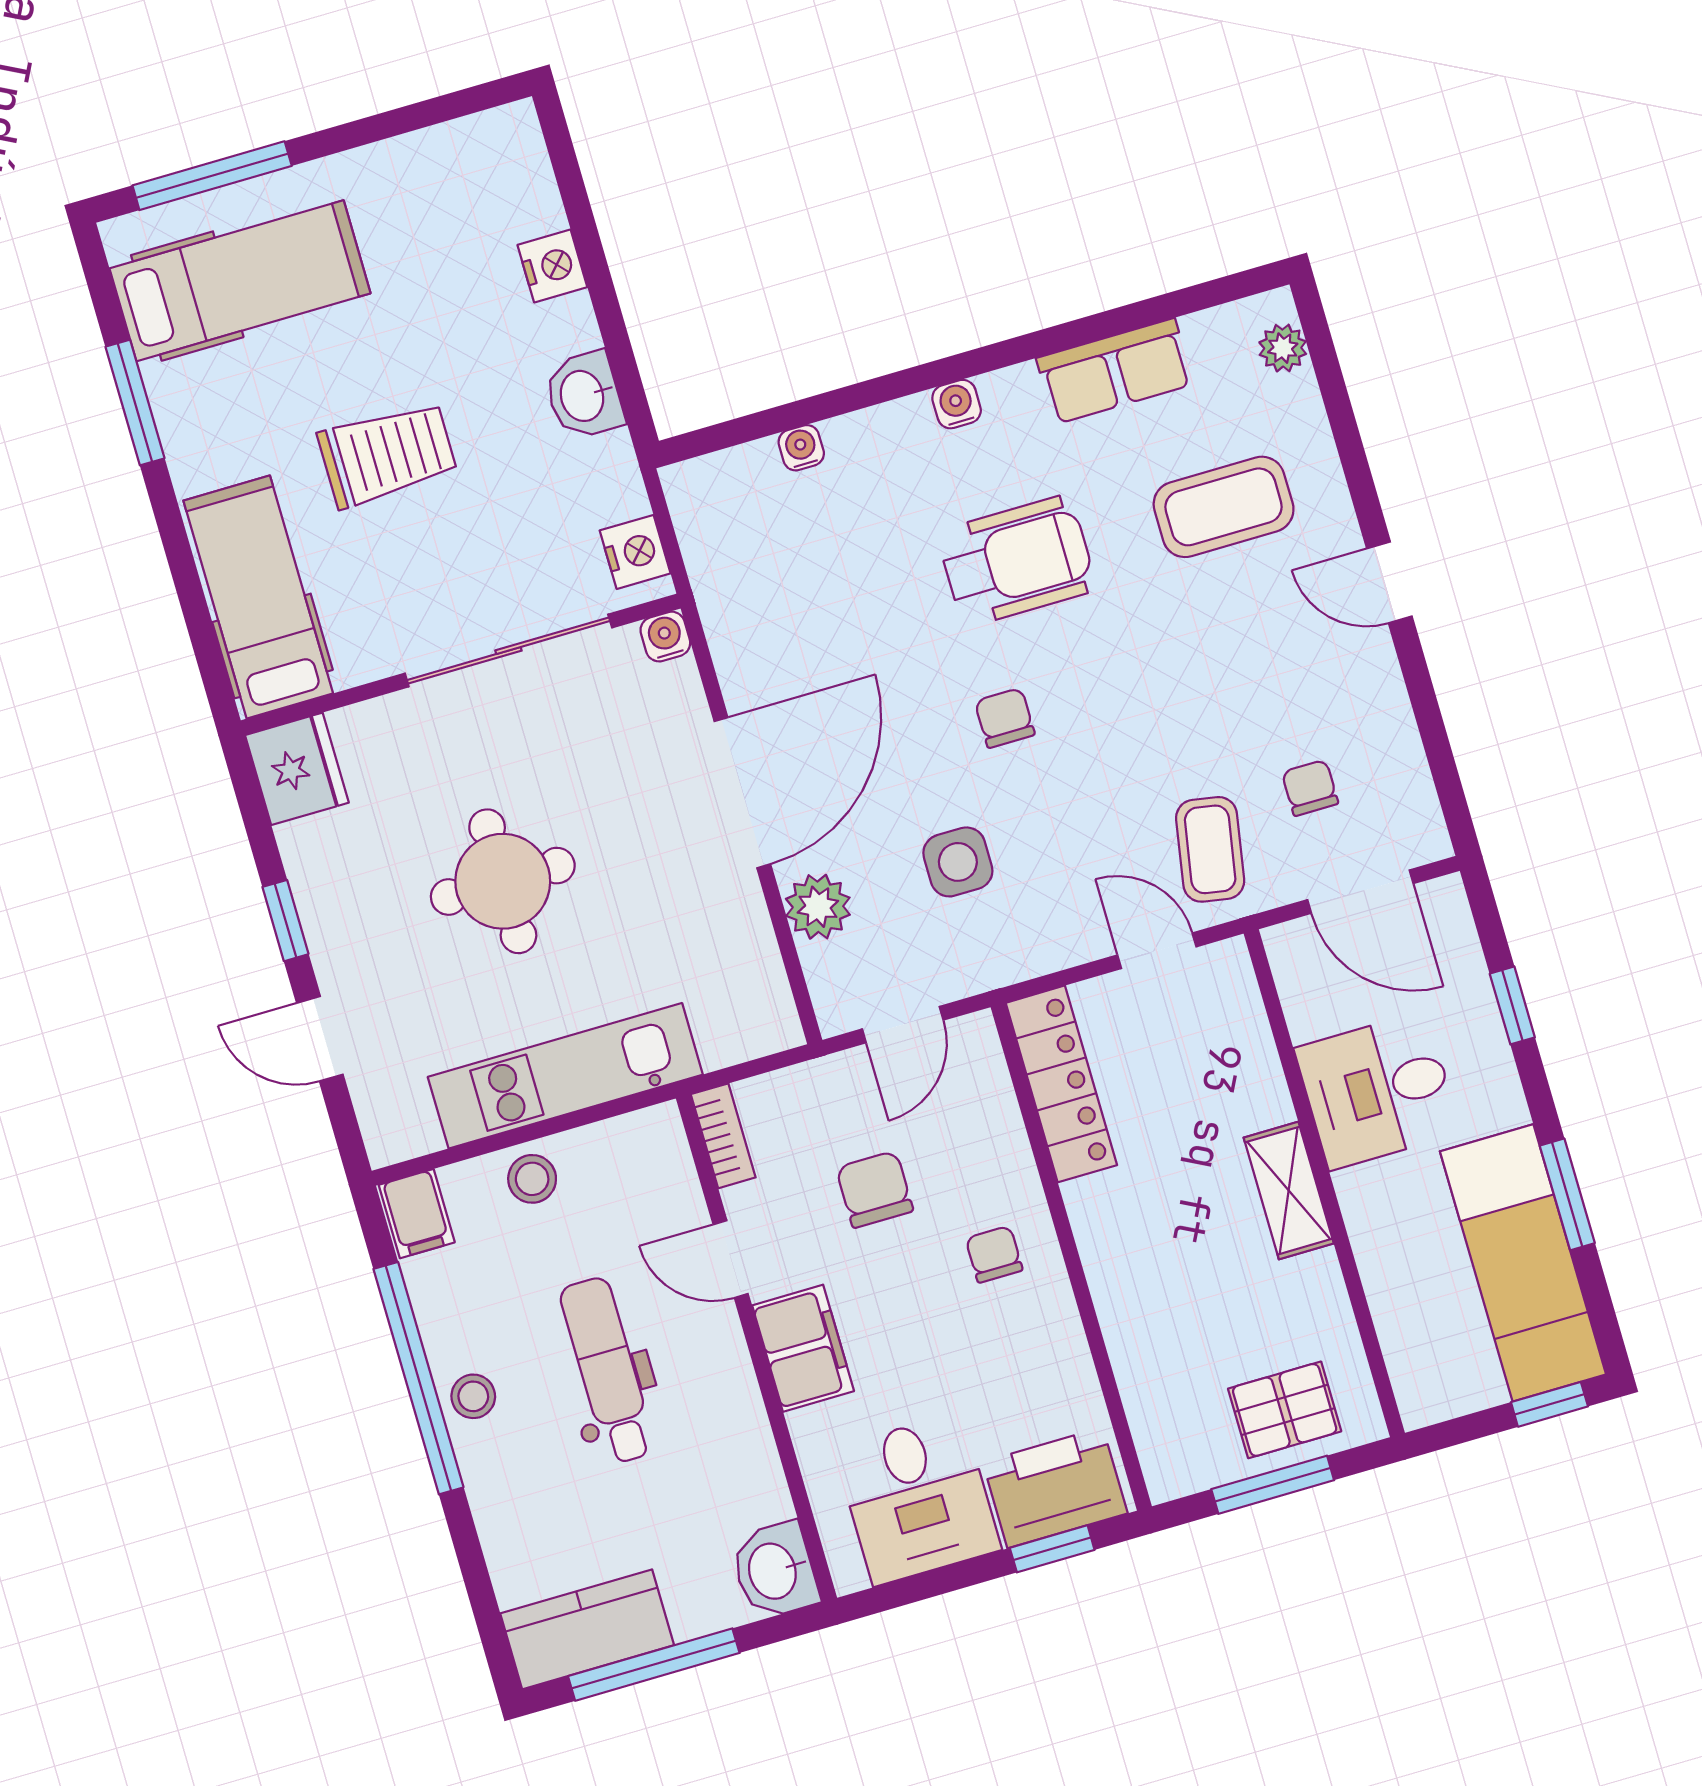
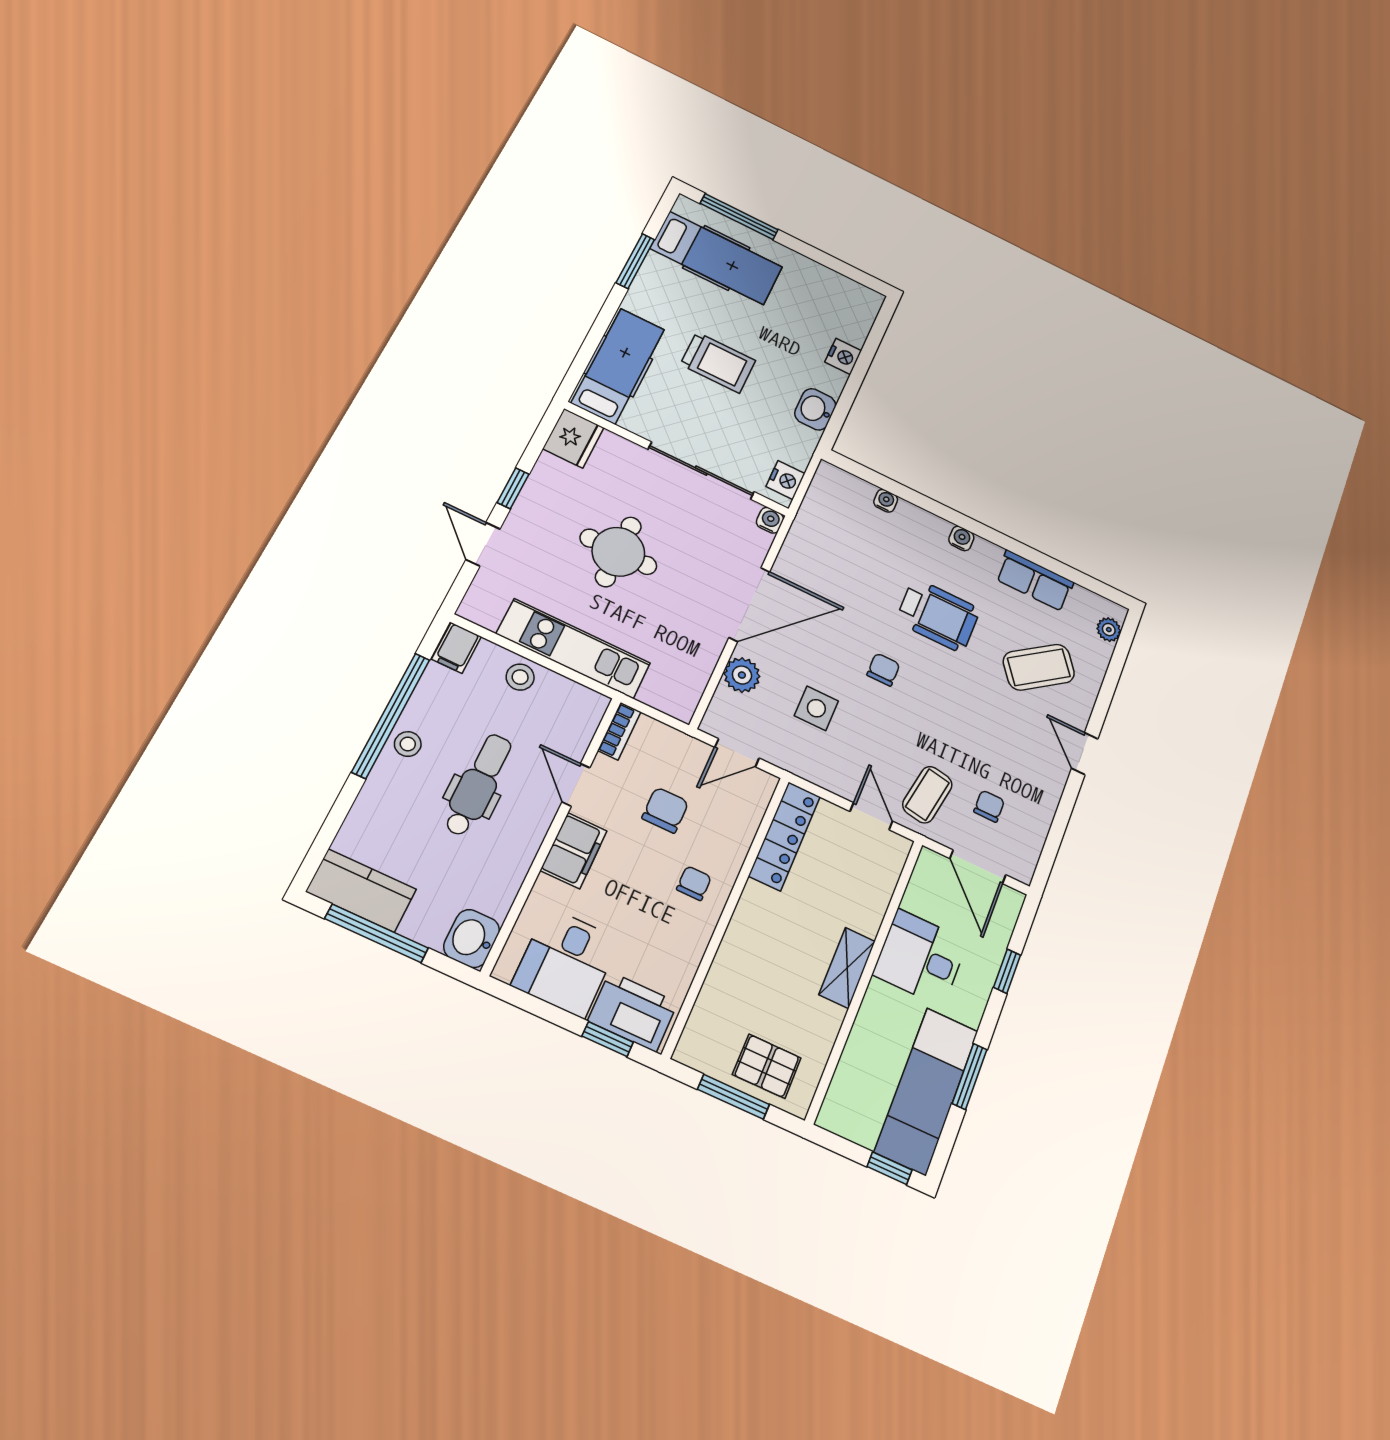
coffee table: (1224, 507) -> (1039, 667), turned -36

